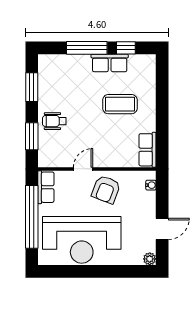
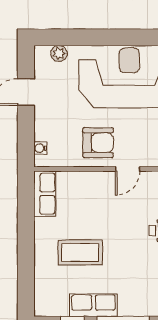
armchair: (106, 189) -> (98, 143), turned 69
plant: (150, 259) -> (59, 53), moved

